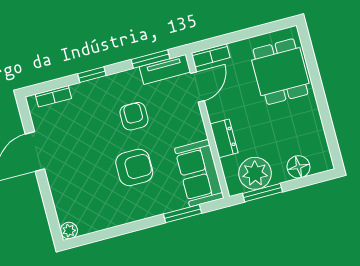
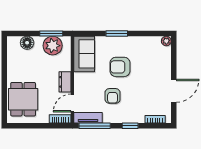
window: (150, 59) -> (95, 126), width x1.44
dresser: (224, 138) -> (65, 82), moved
window: (183, 214) -> (117, 34), moved

